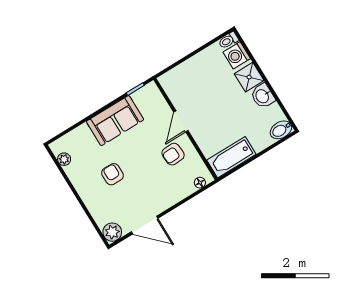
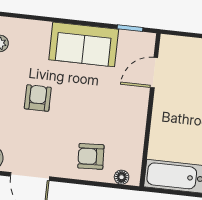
door: (181, 121) -> (154, 73), moved
armchair: (173, 154) -> (91, 156), moved

